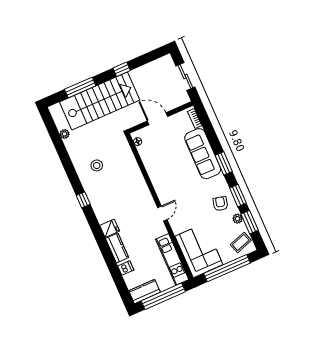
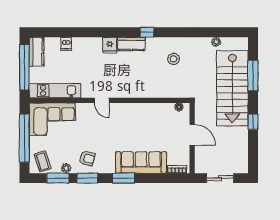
door: (157, 119) -> (192, 135), hinge flipped
kitchen counter: (117, 248) -> (131, 44), moved

